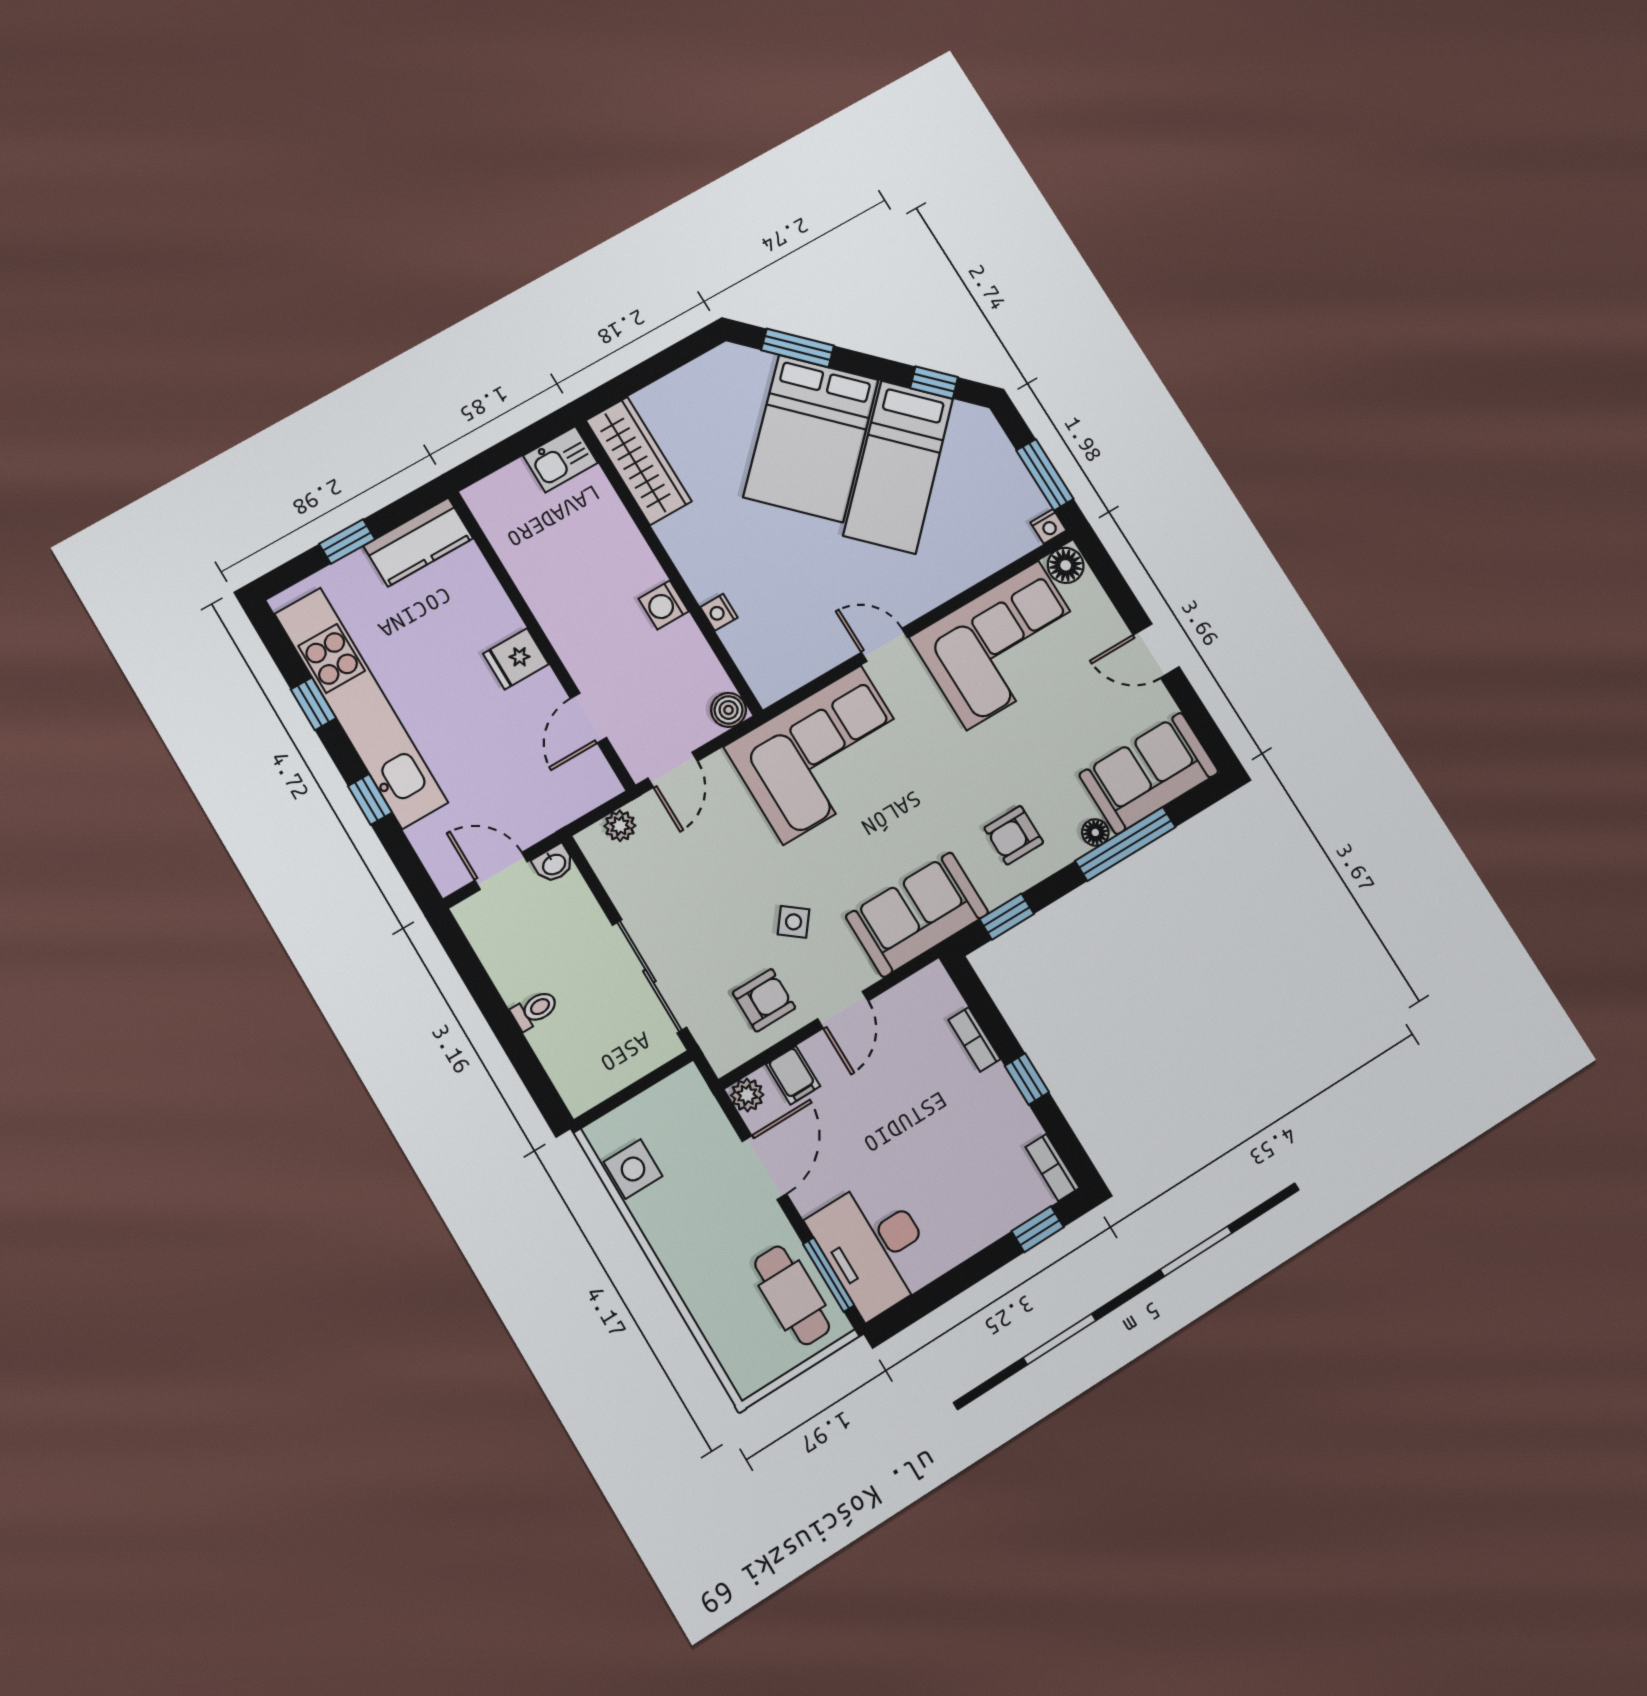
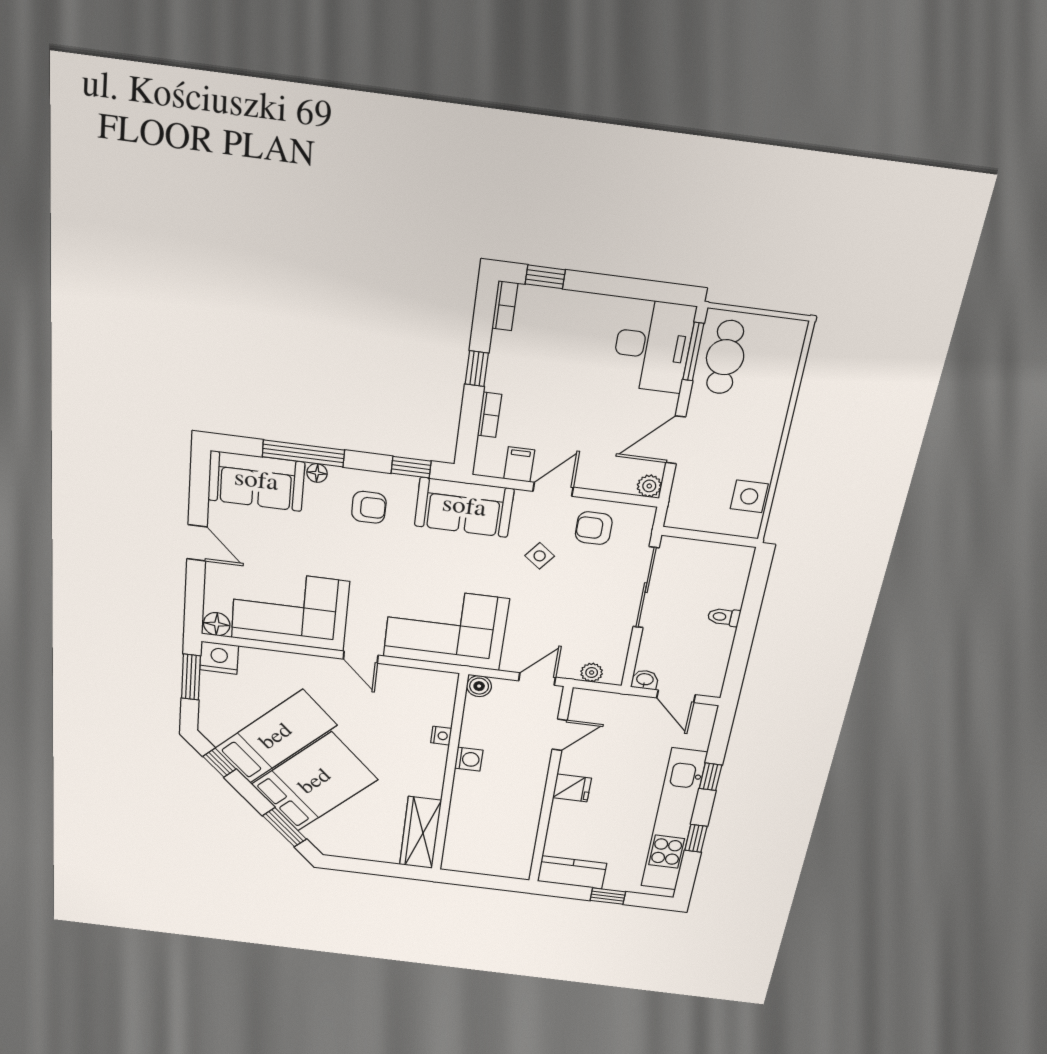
kitchen sink: (560, 459) -> (462, 860), removed
nightstand: (1048, 526) -> (219, 658), width x1.89, depth x1.79
filing cabinet: (793, 1075) -> (519, 464), moved

